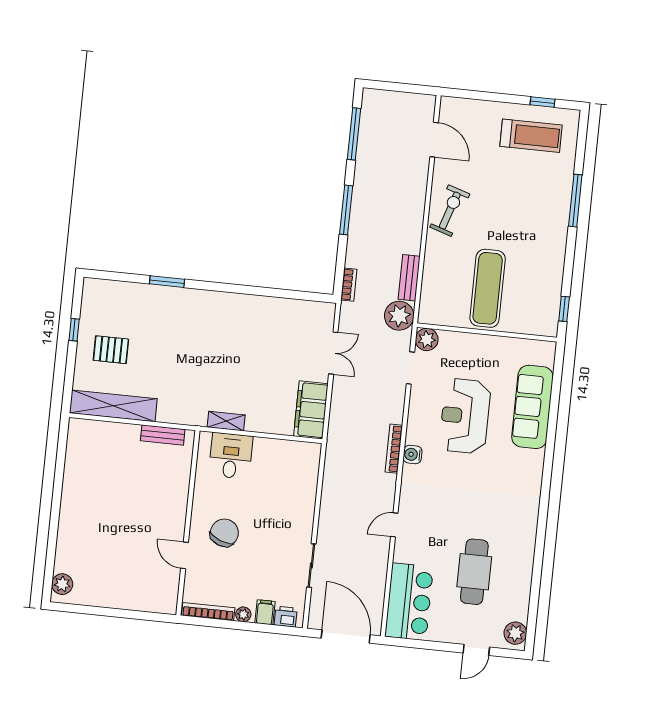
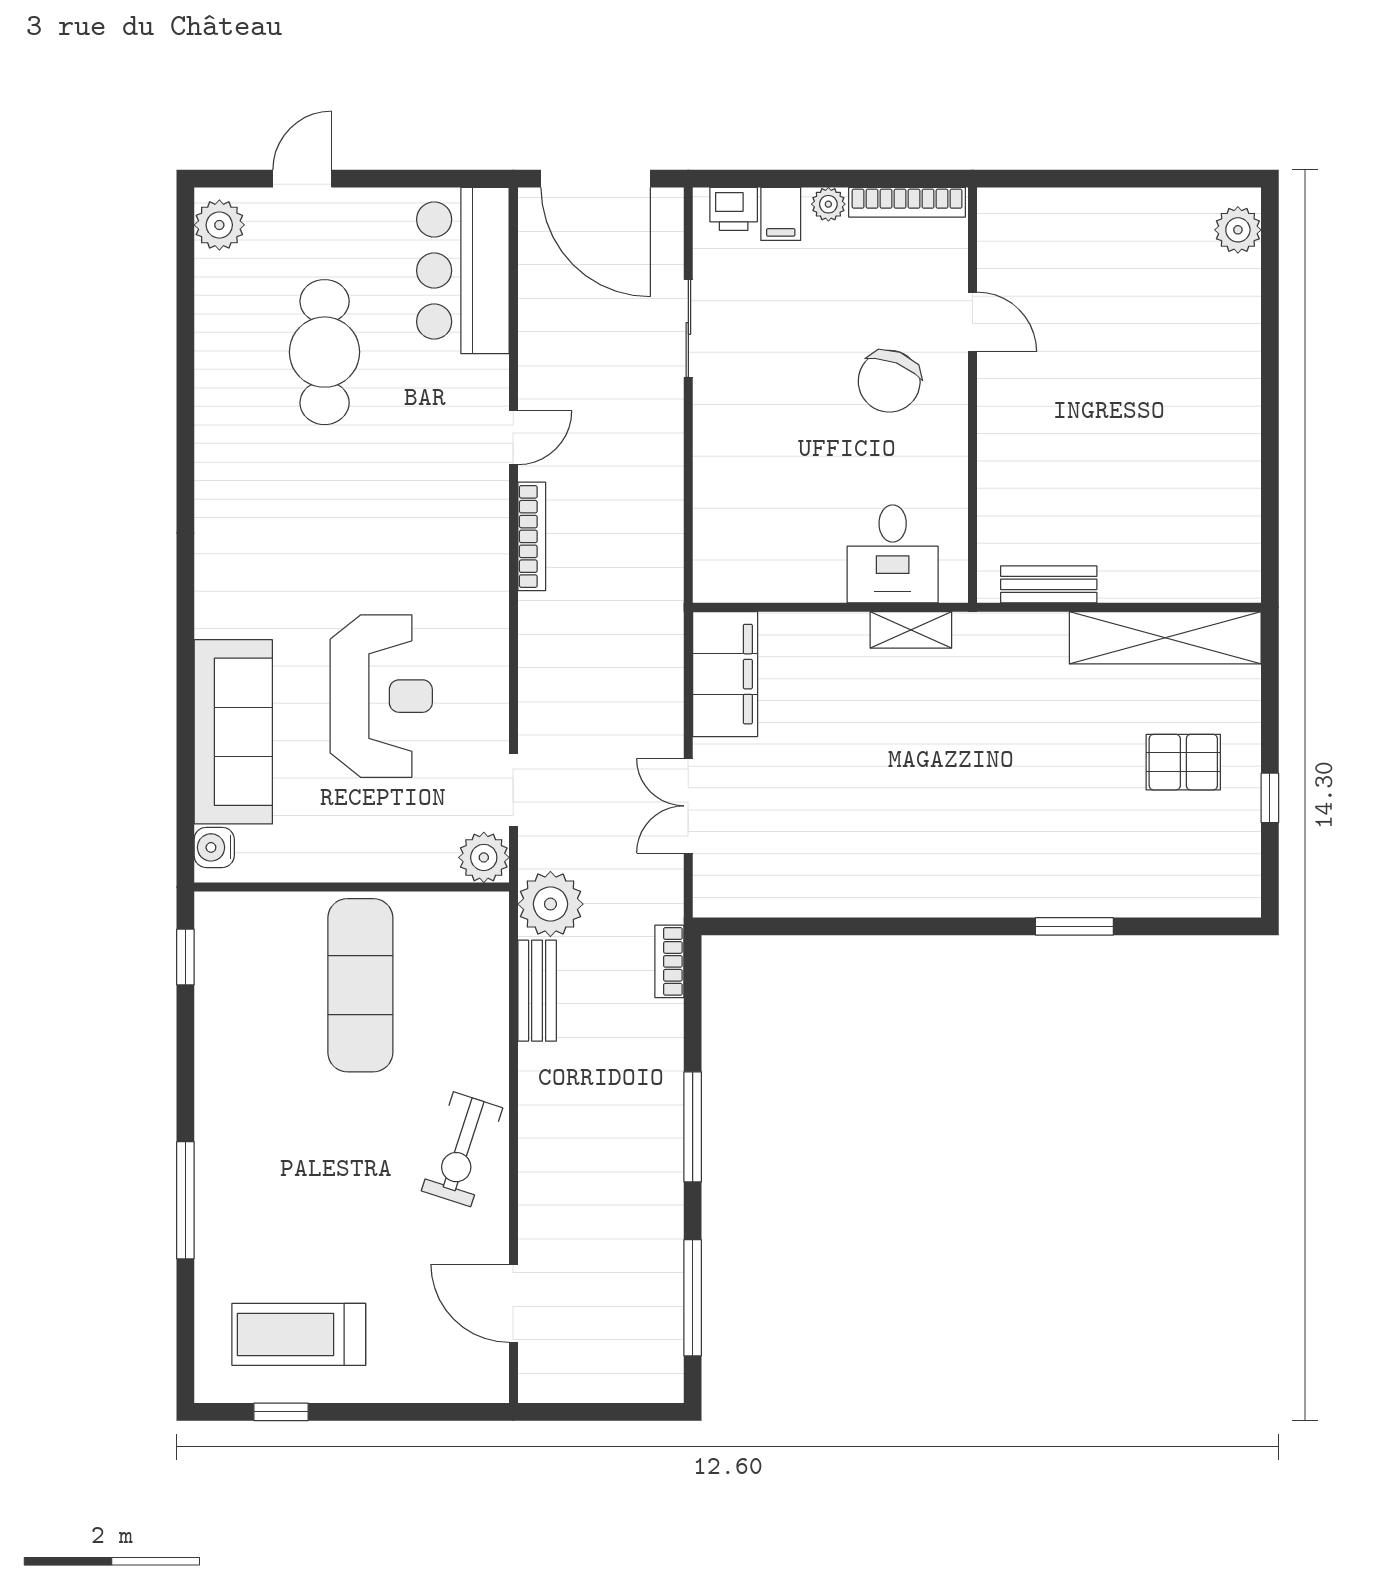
bookcase: (394, 449) -> (532, 536), moved
water cooler: (413, 454) -> (214, 847), moved, turned 180

